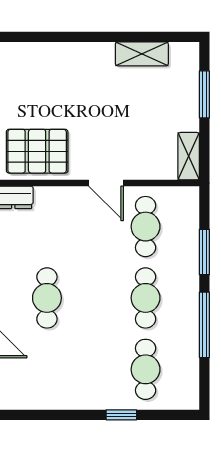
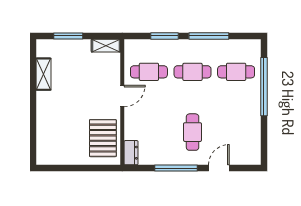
cafe table: (47, 298) -> (193, 132), turned 90
window: (121, 415) -> (264, 87), width x3.17

